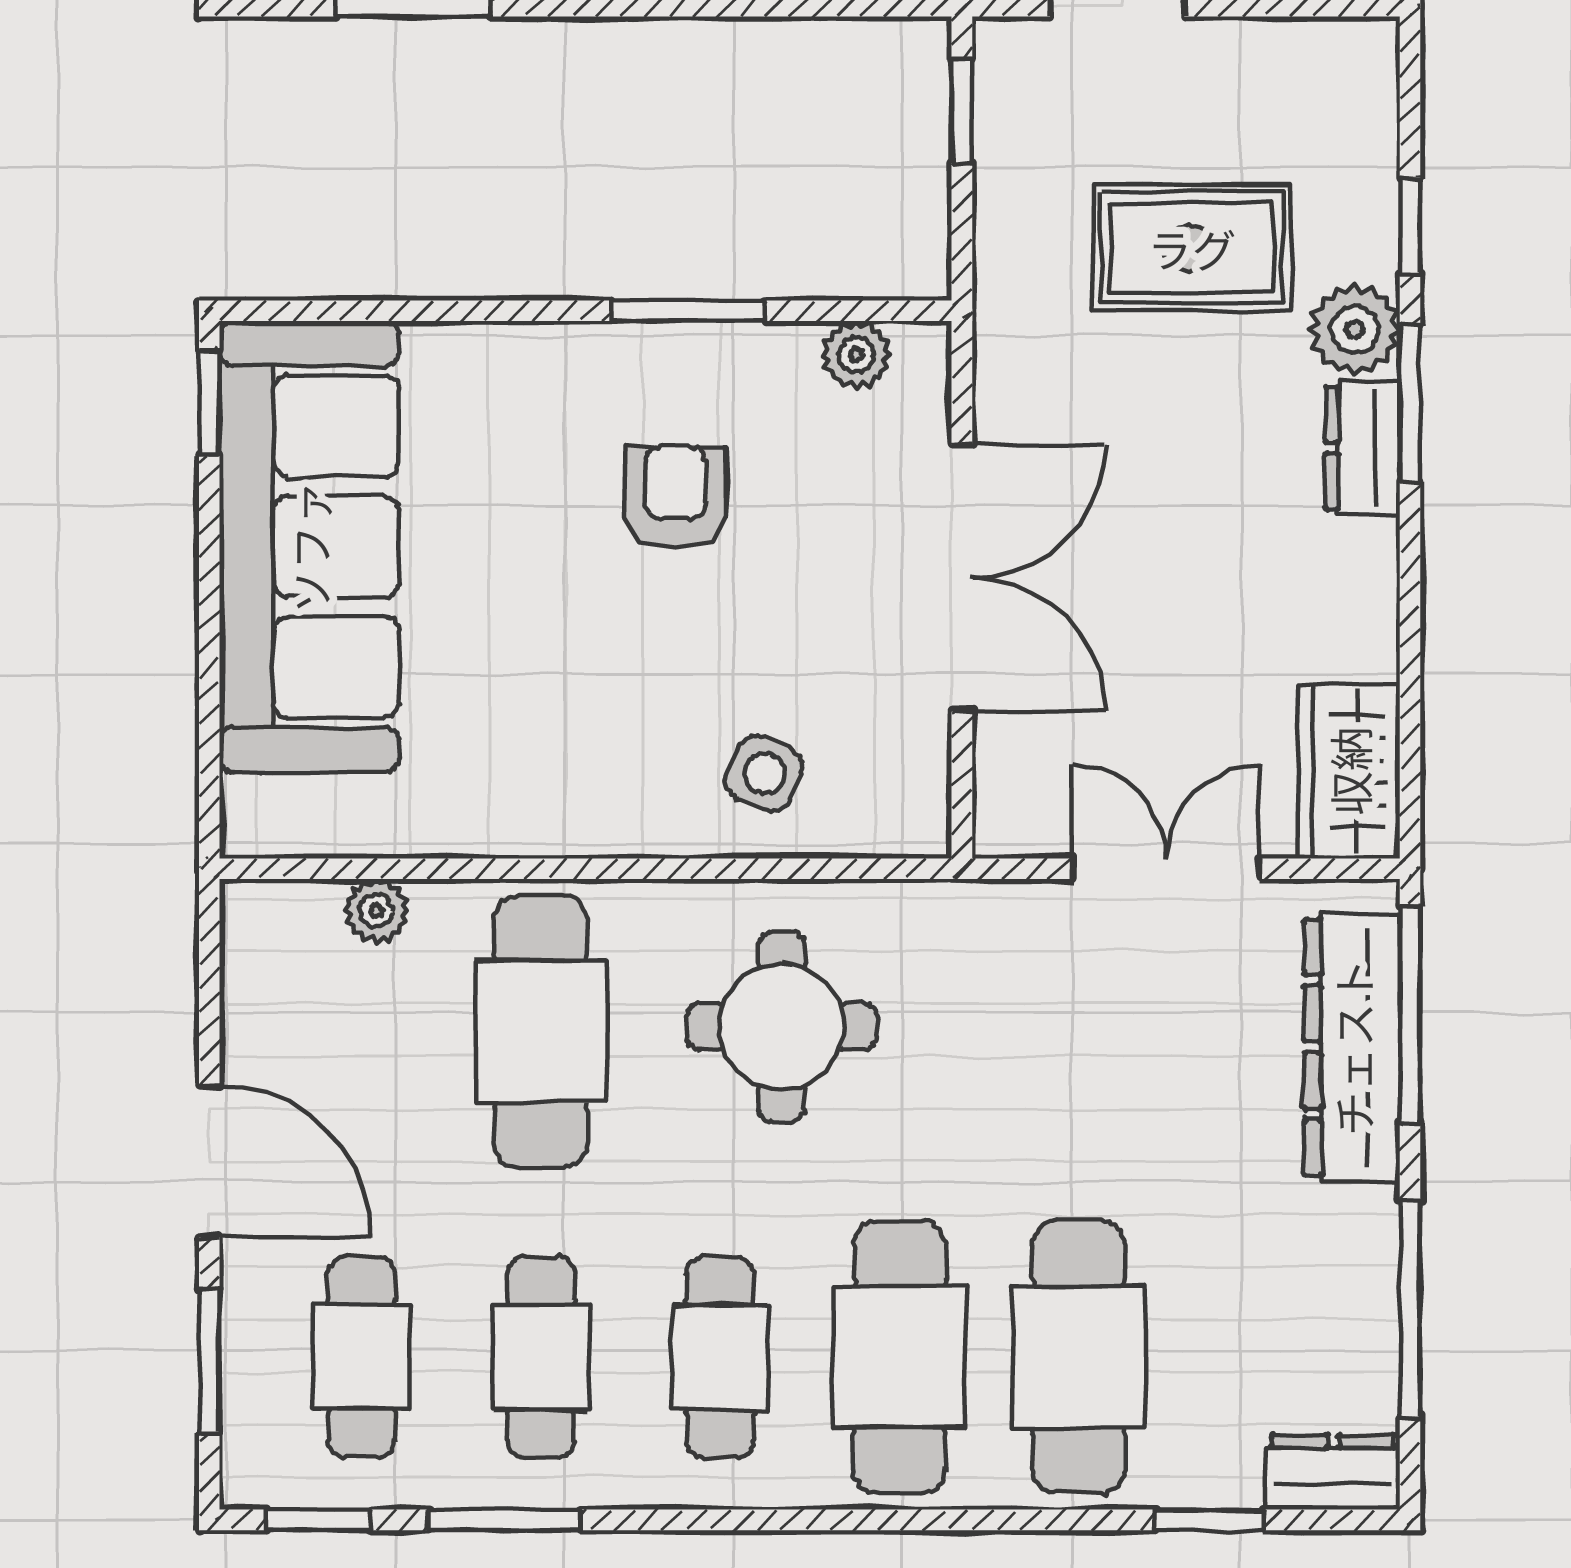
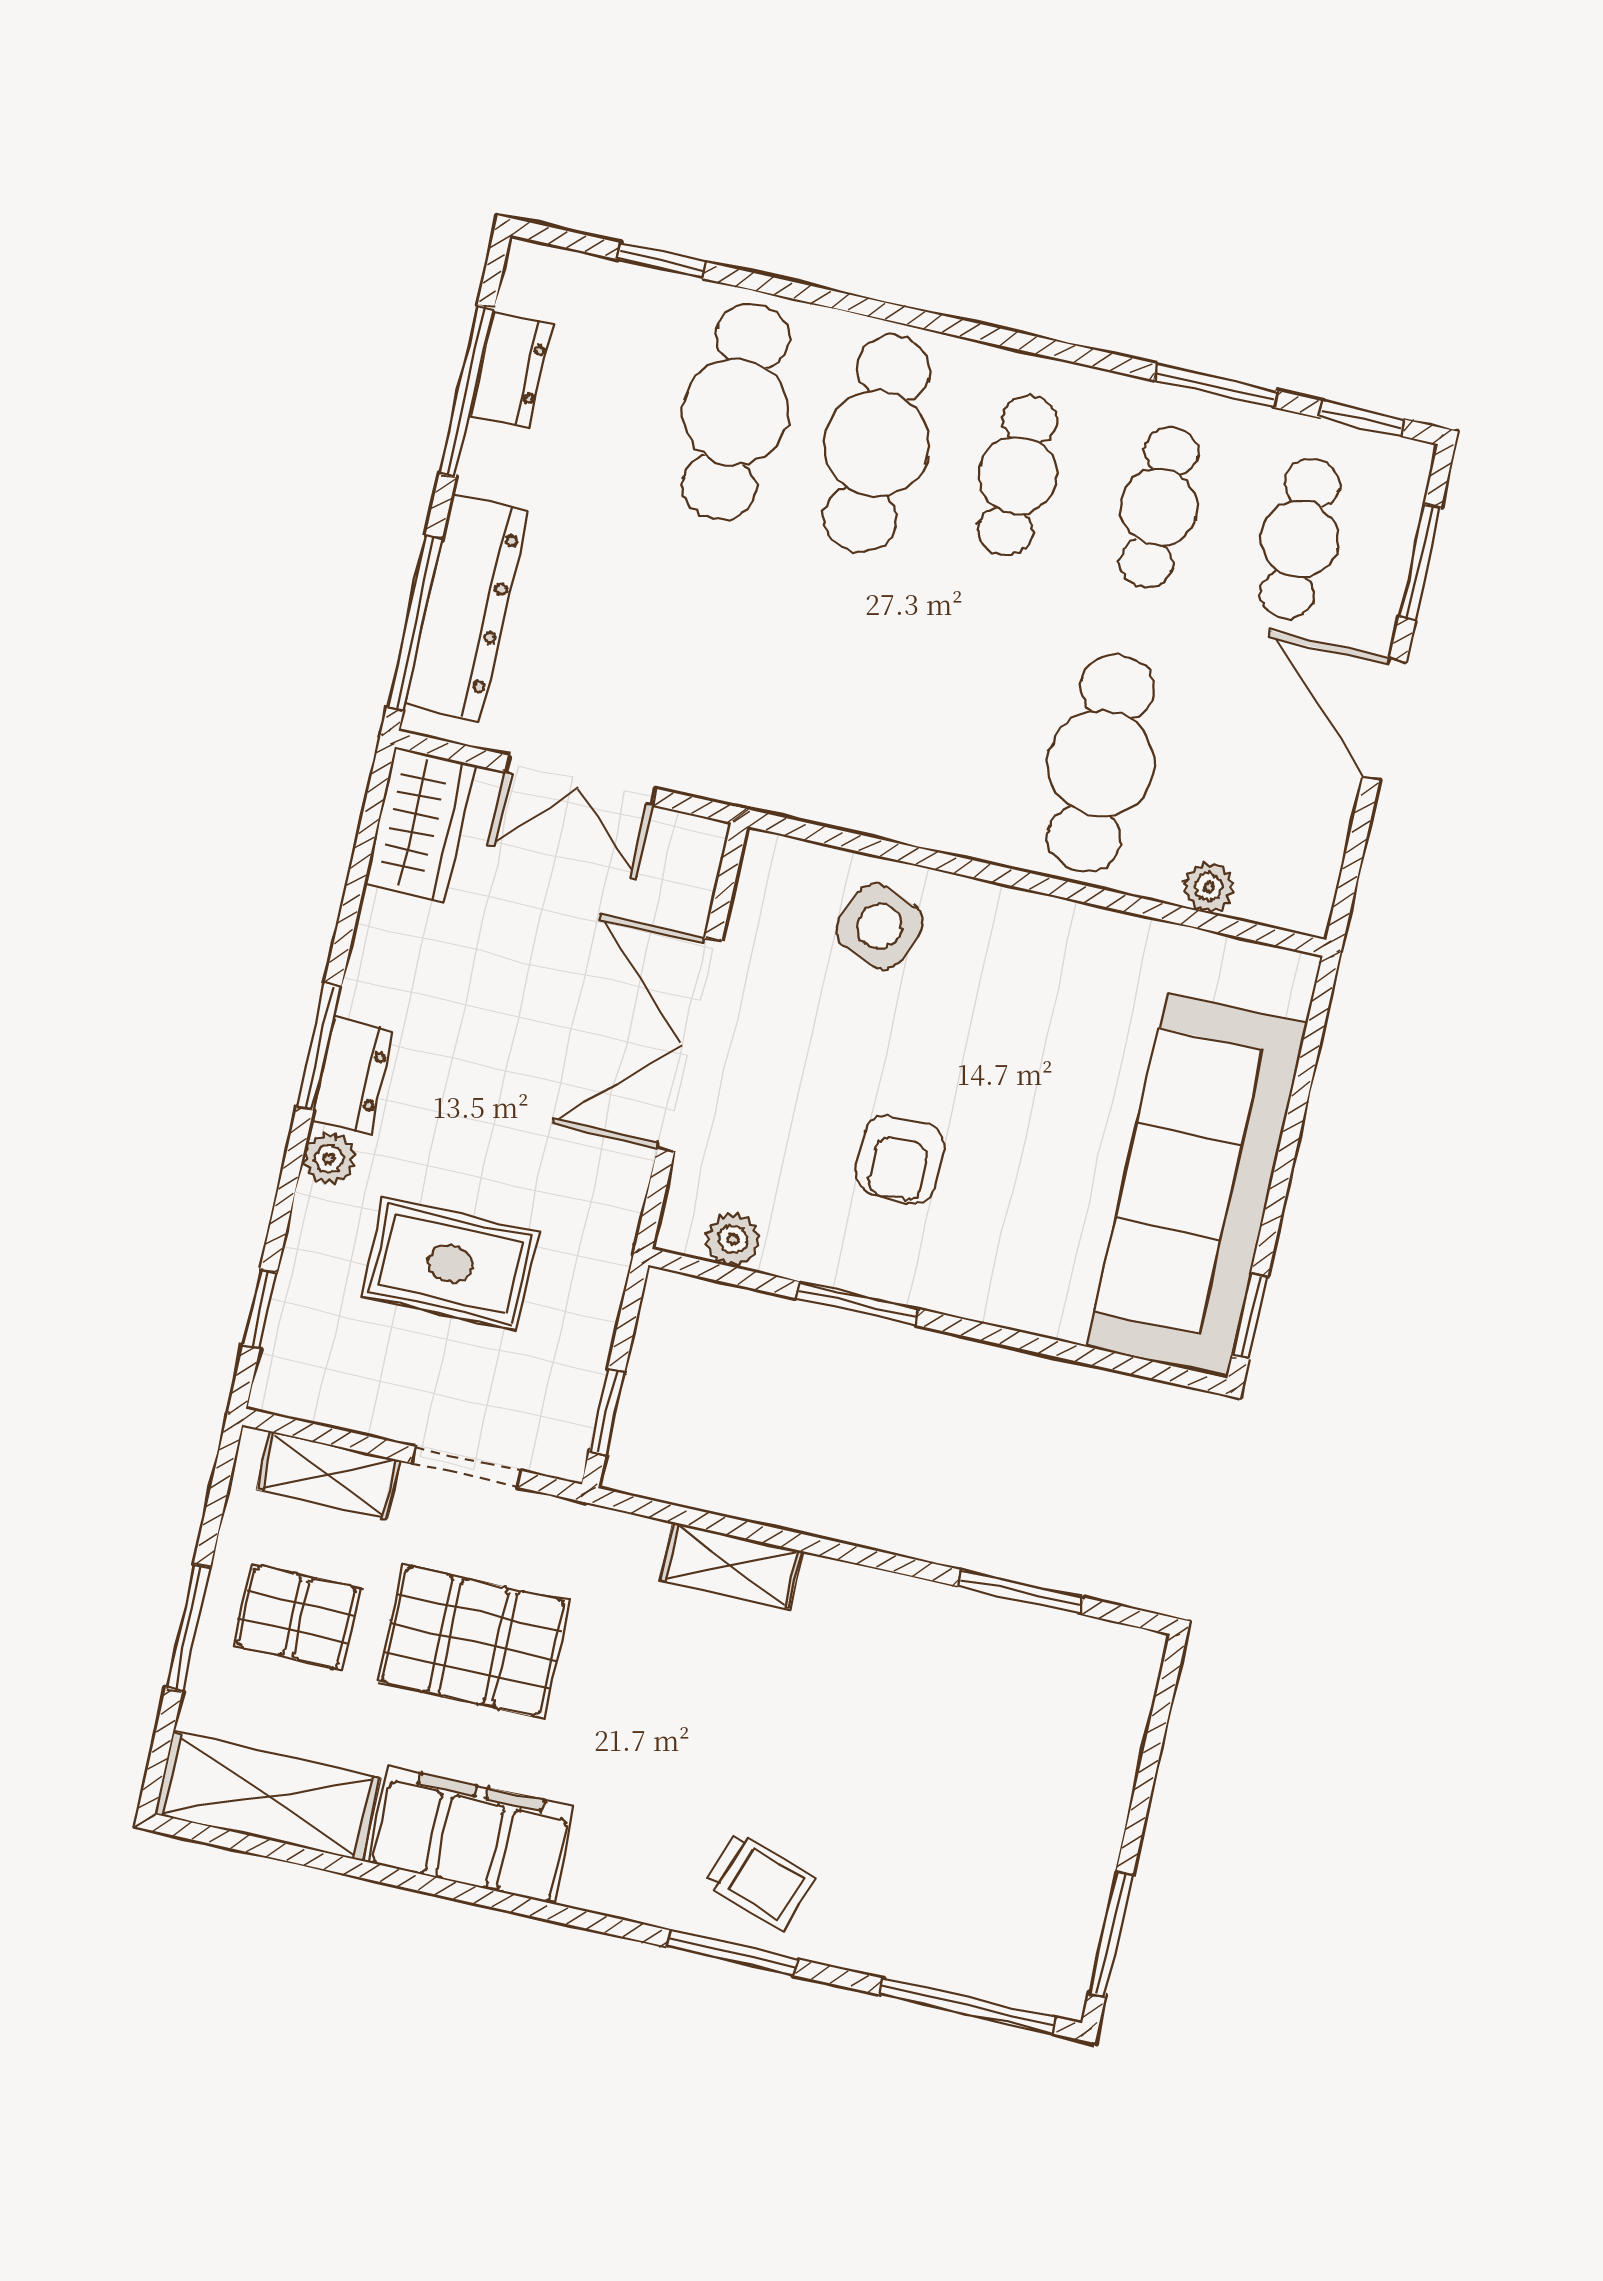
window: (1410, 226) -> (260, 1309), moved
plant: (1355, 329) -> (329, 1159), width x0.73, depth x0.73
window: (1410, 403) -> (319, 1046), moved
side table: (764, 773) -> (879, 926), width x1.37, depth x1.37
round table: (782, 1026) -> (911, 724), removed
dresser: (1333, 1472) -> (511, 369), moved, turned -90

